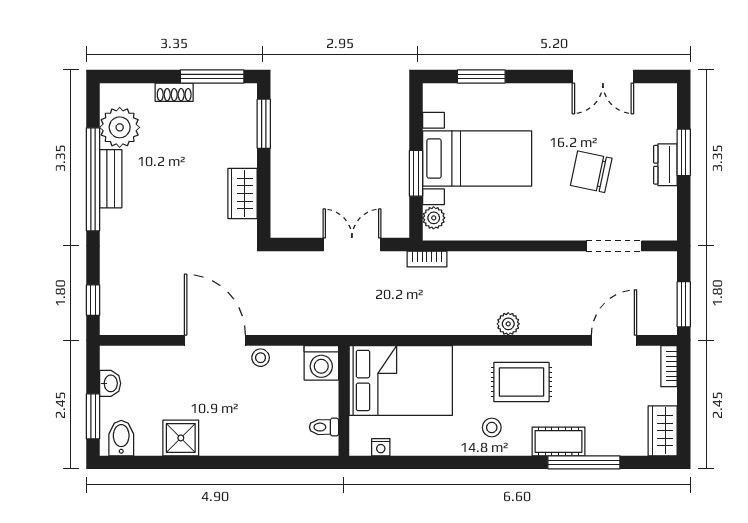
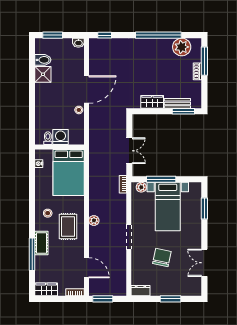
window: (212, 76) -> (204, 61), moved
dresser: (665, 165) -> (140, 291), moved
window: (416, 173) -> (161, 179), width x1.44
bench: (111, 179) -> (177, 103), moved
doorway: (614, 246) -> (129, 237), moved
washing machine: (321, 363) -> (60, 137), moved, turned 90
washbasin: (110, 383) -> (78, 43), moved
bidet: (121, 438) -> (43, 60), moved

